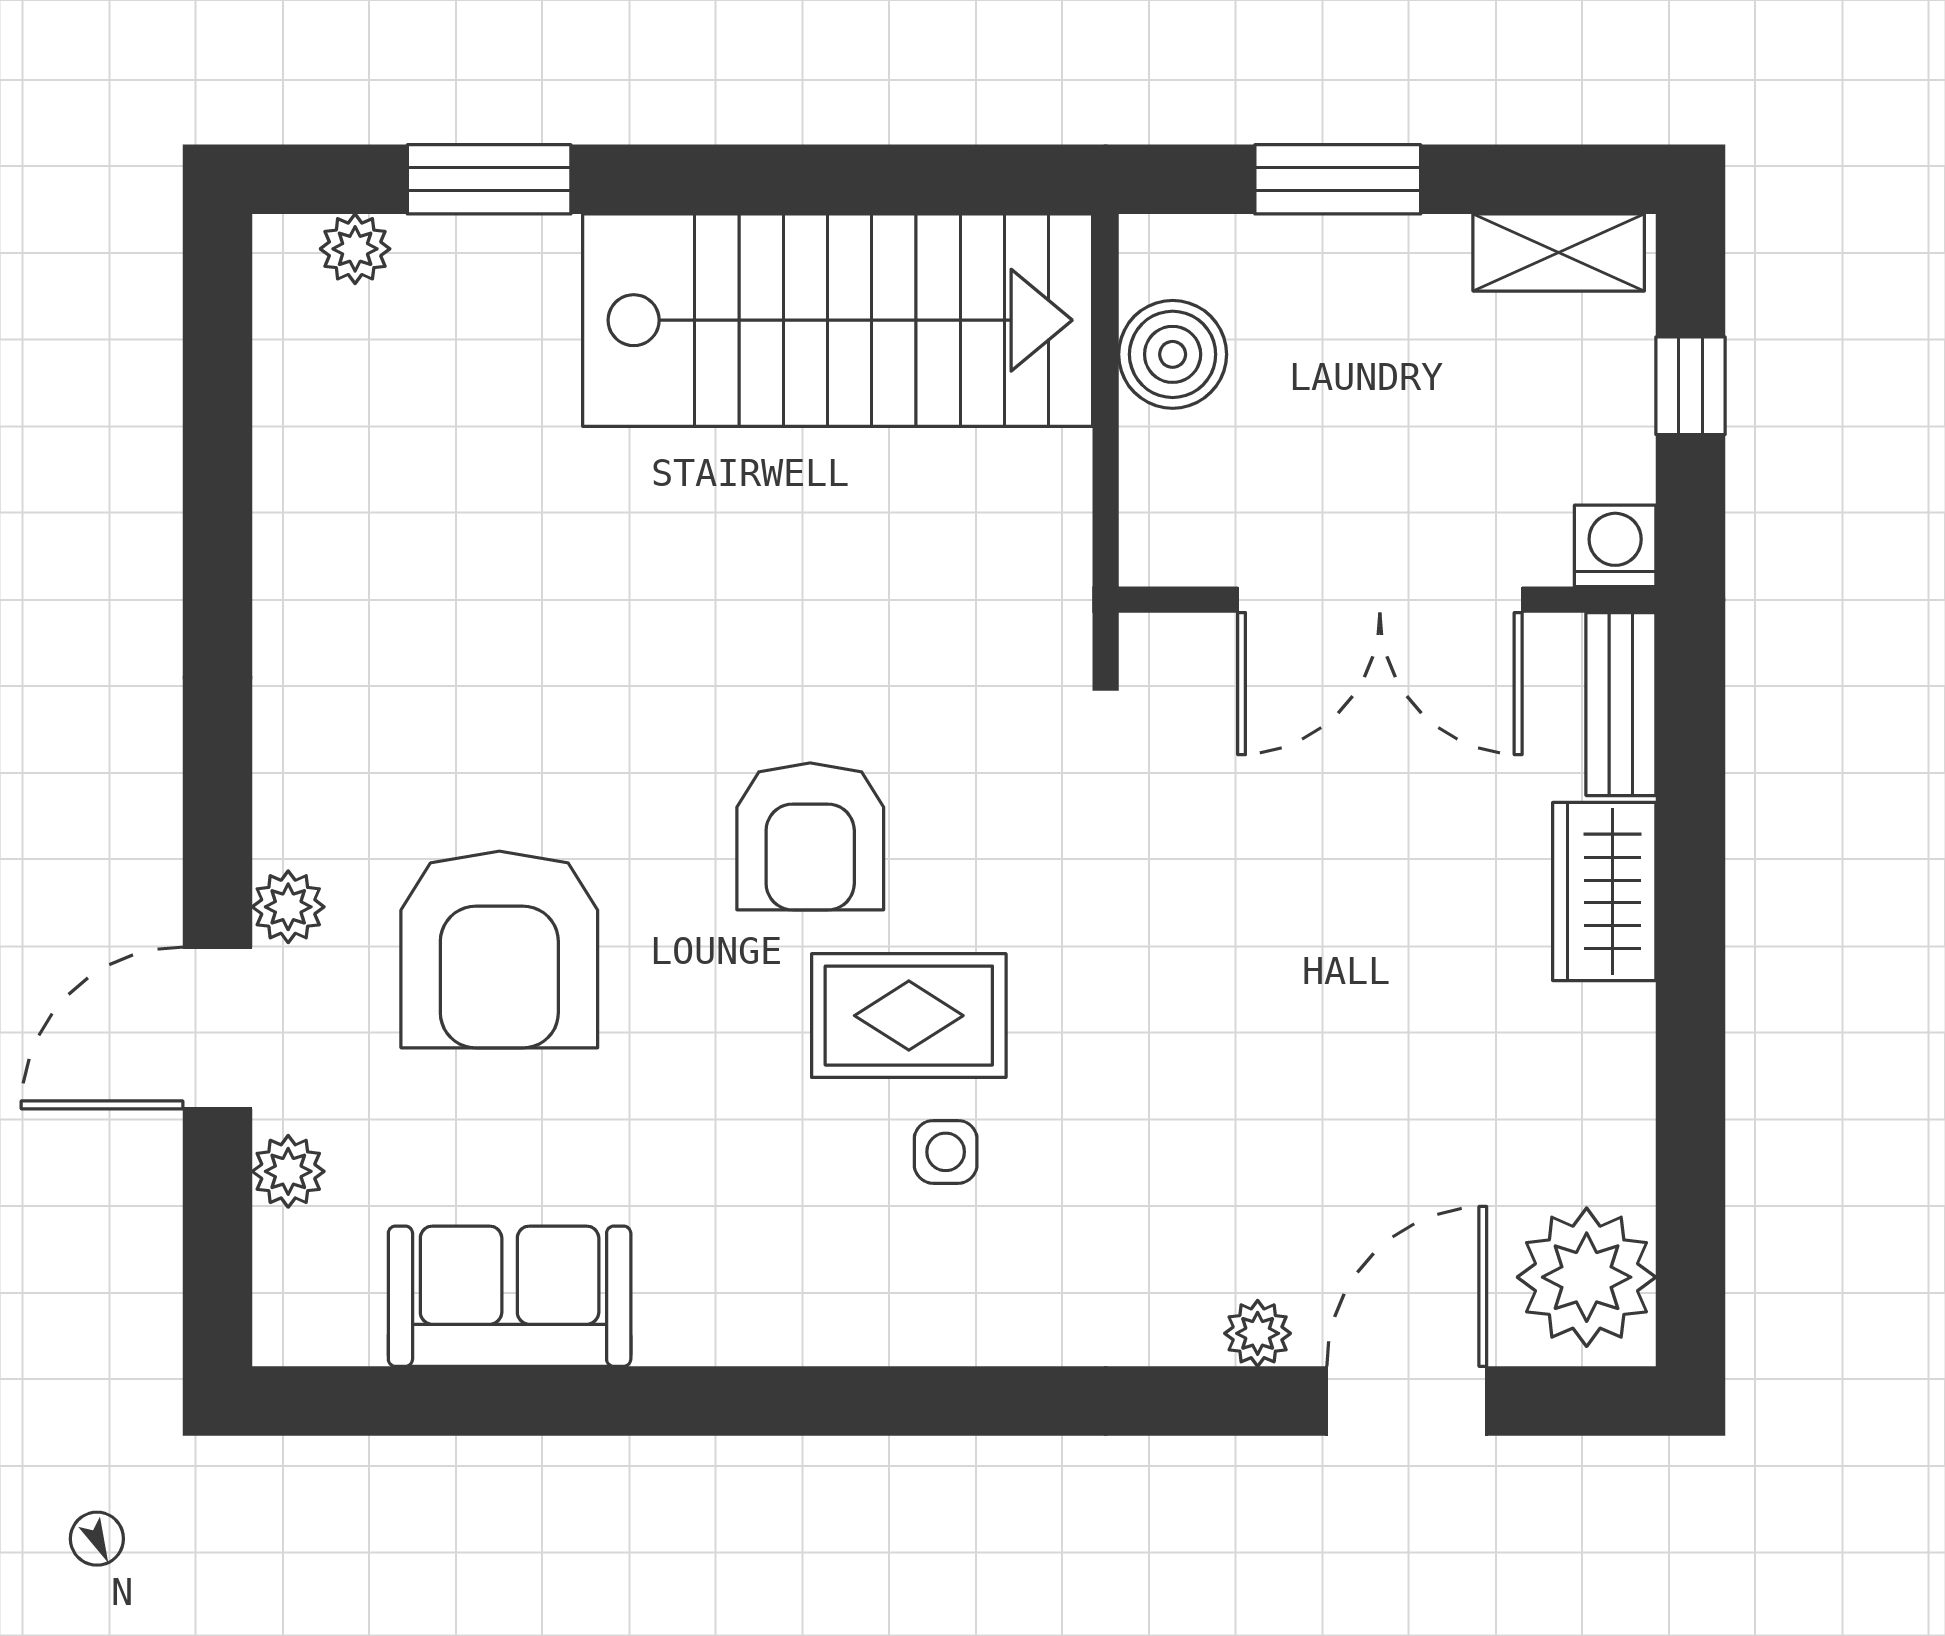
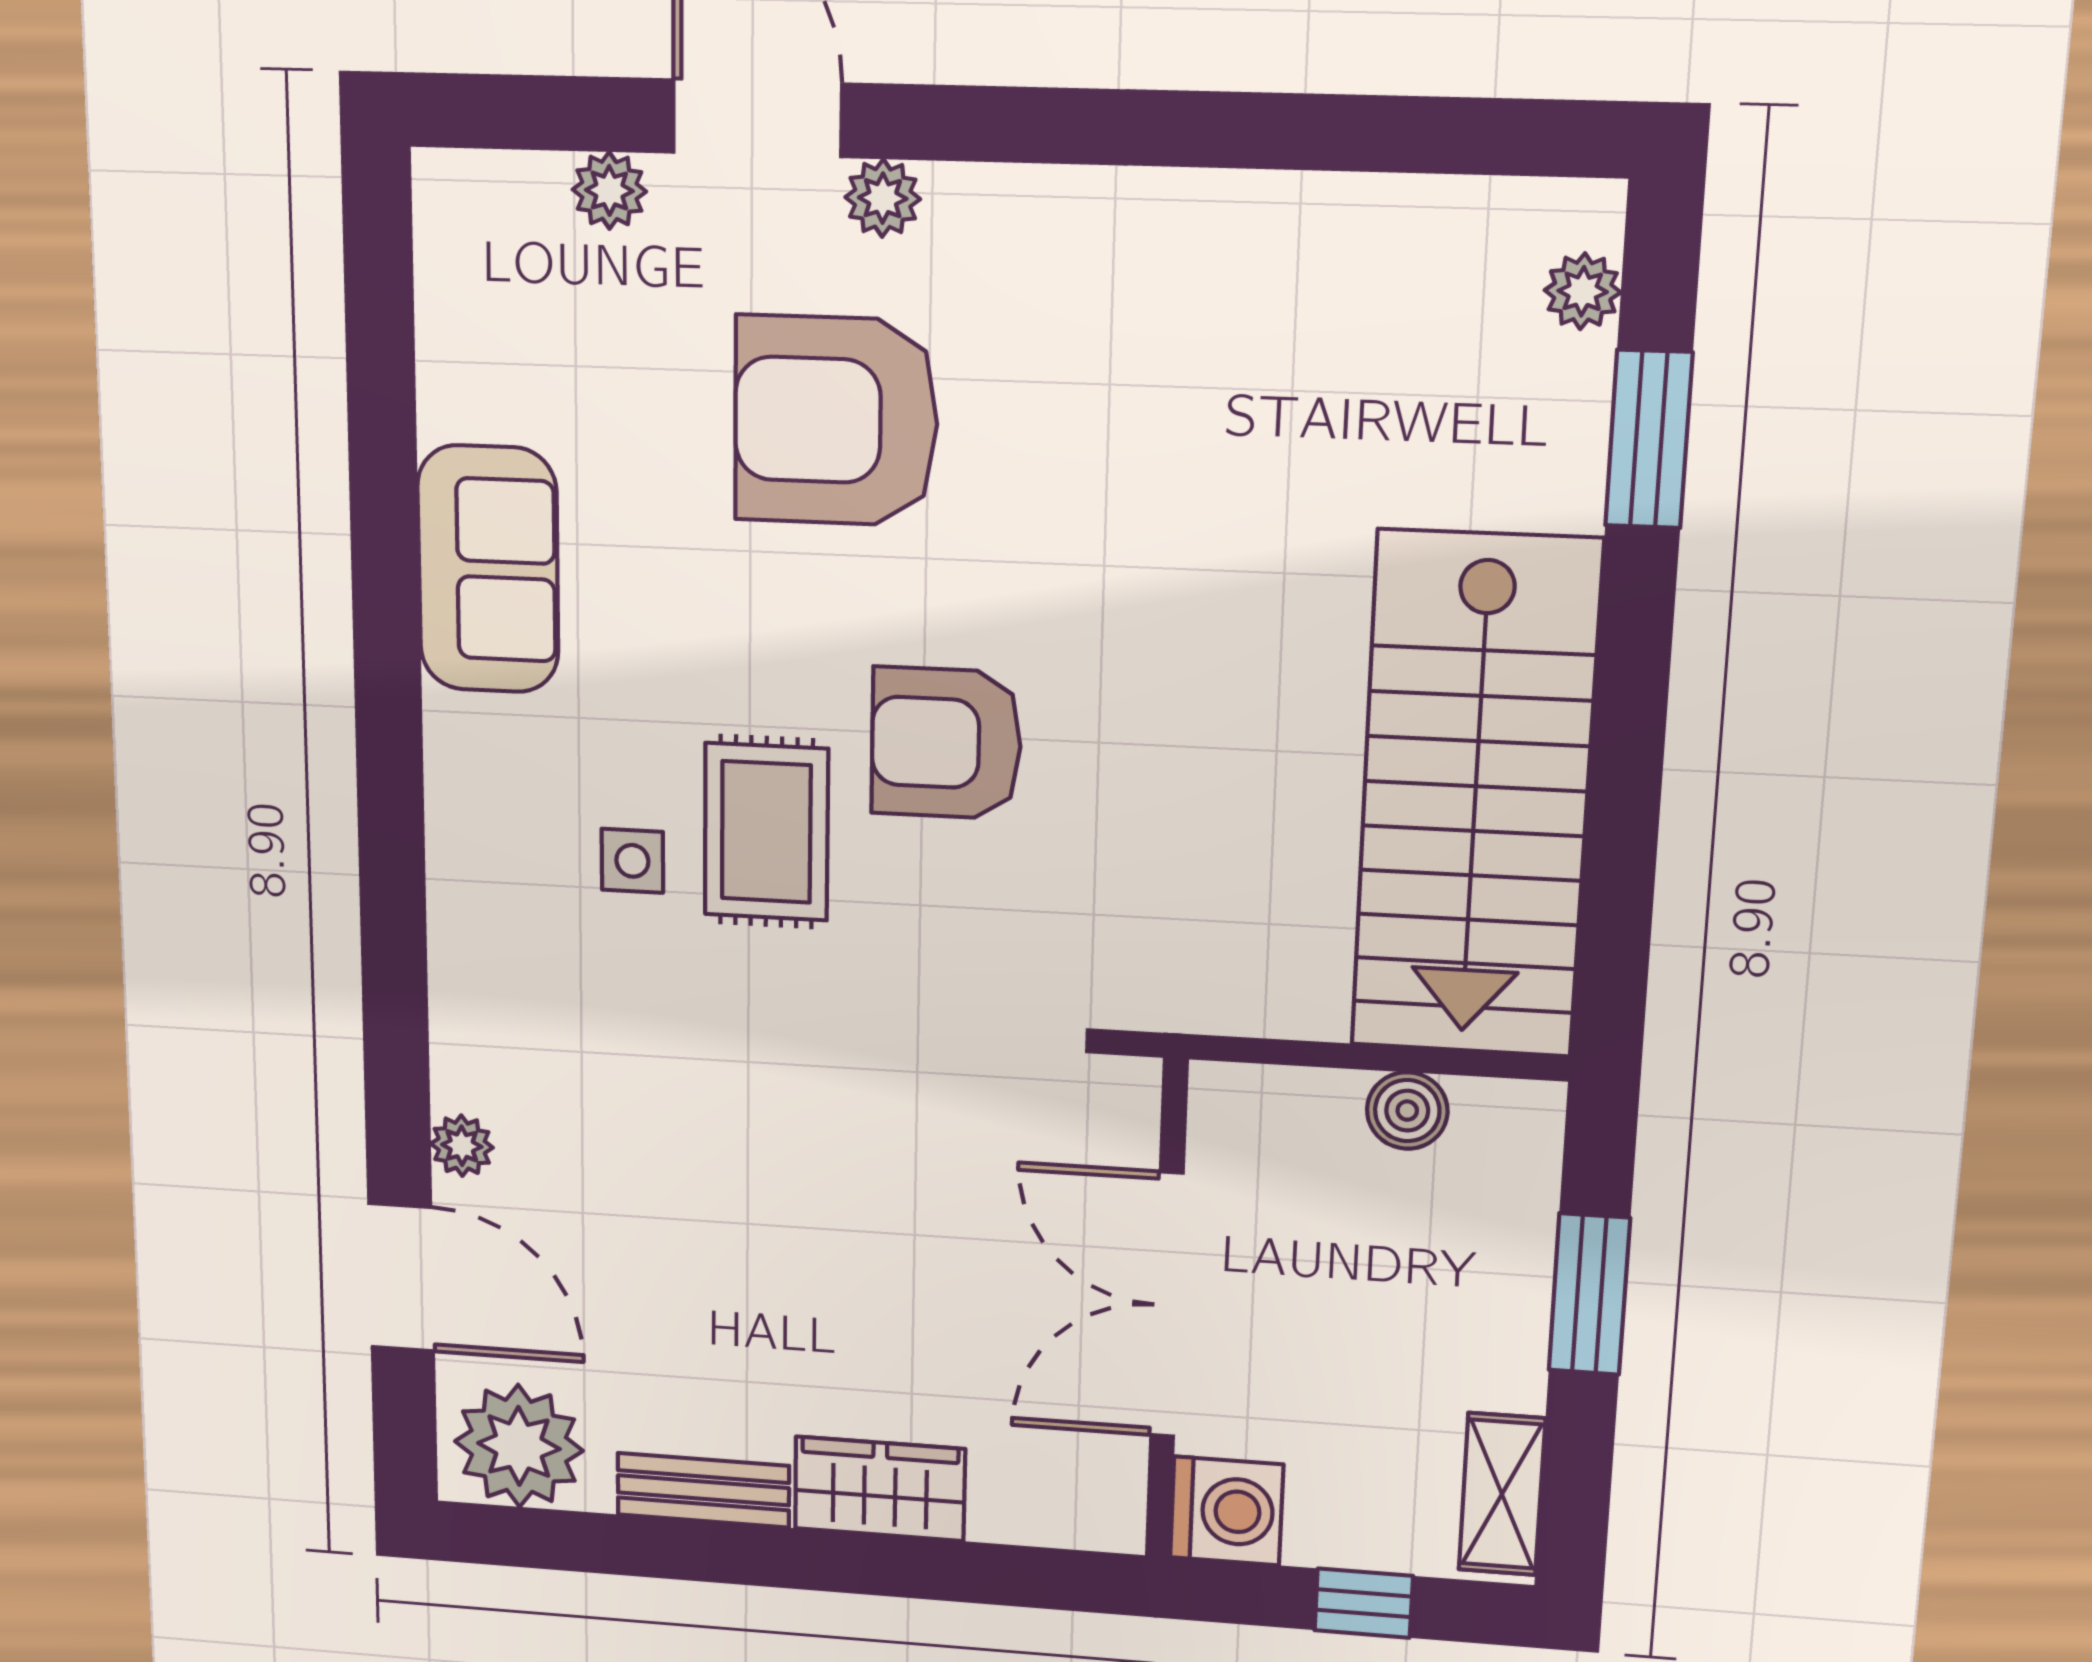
boiler: (1173, 354) -> (1407, 1111), width x0.73, depth x0.73
washing machine: (1615, 546) -> (1227, 1511), width x1.38, depth x1.38
bench: (1621, 704) -> (703, 1490), moved
sofa: (510, 1296) -> (488, 569), moved

